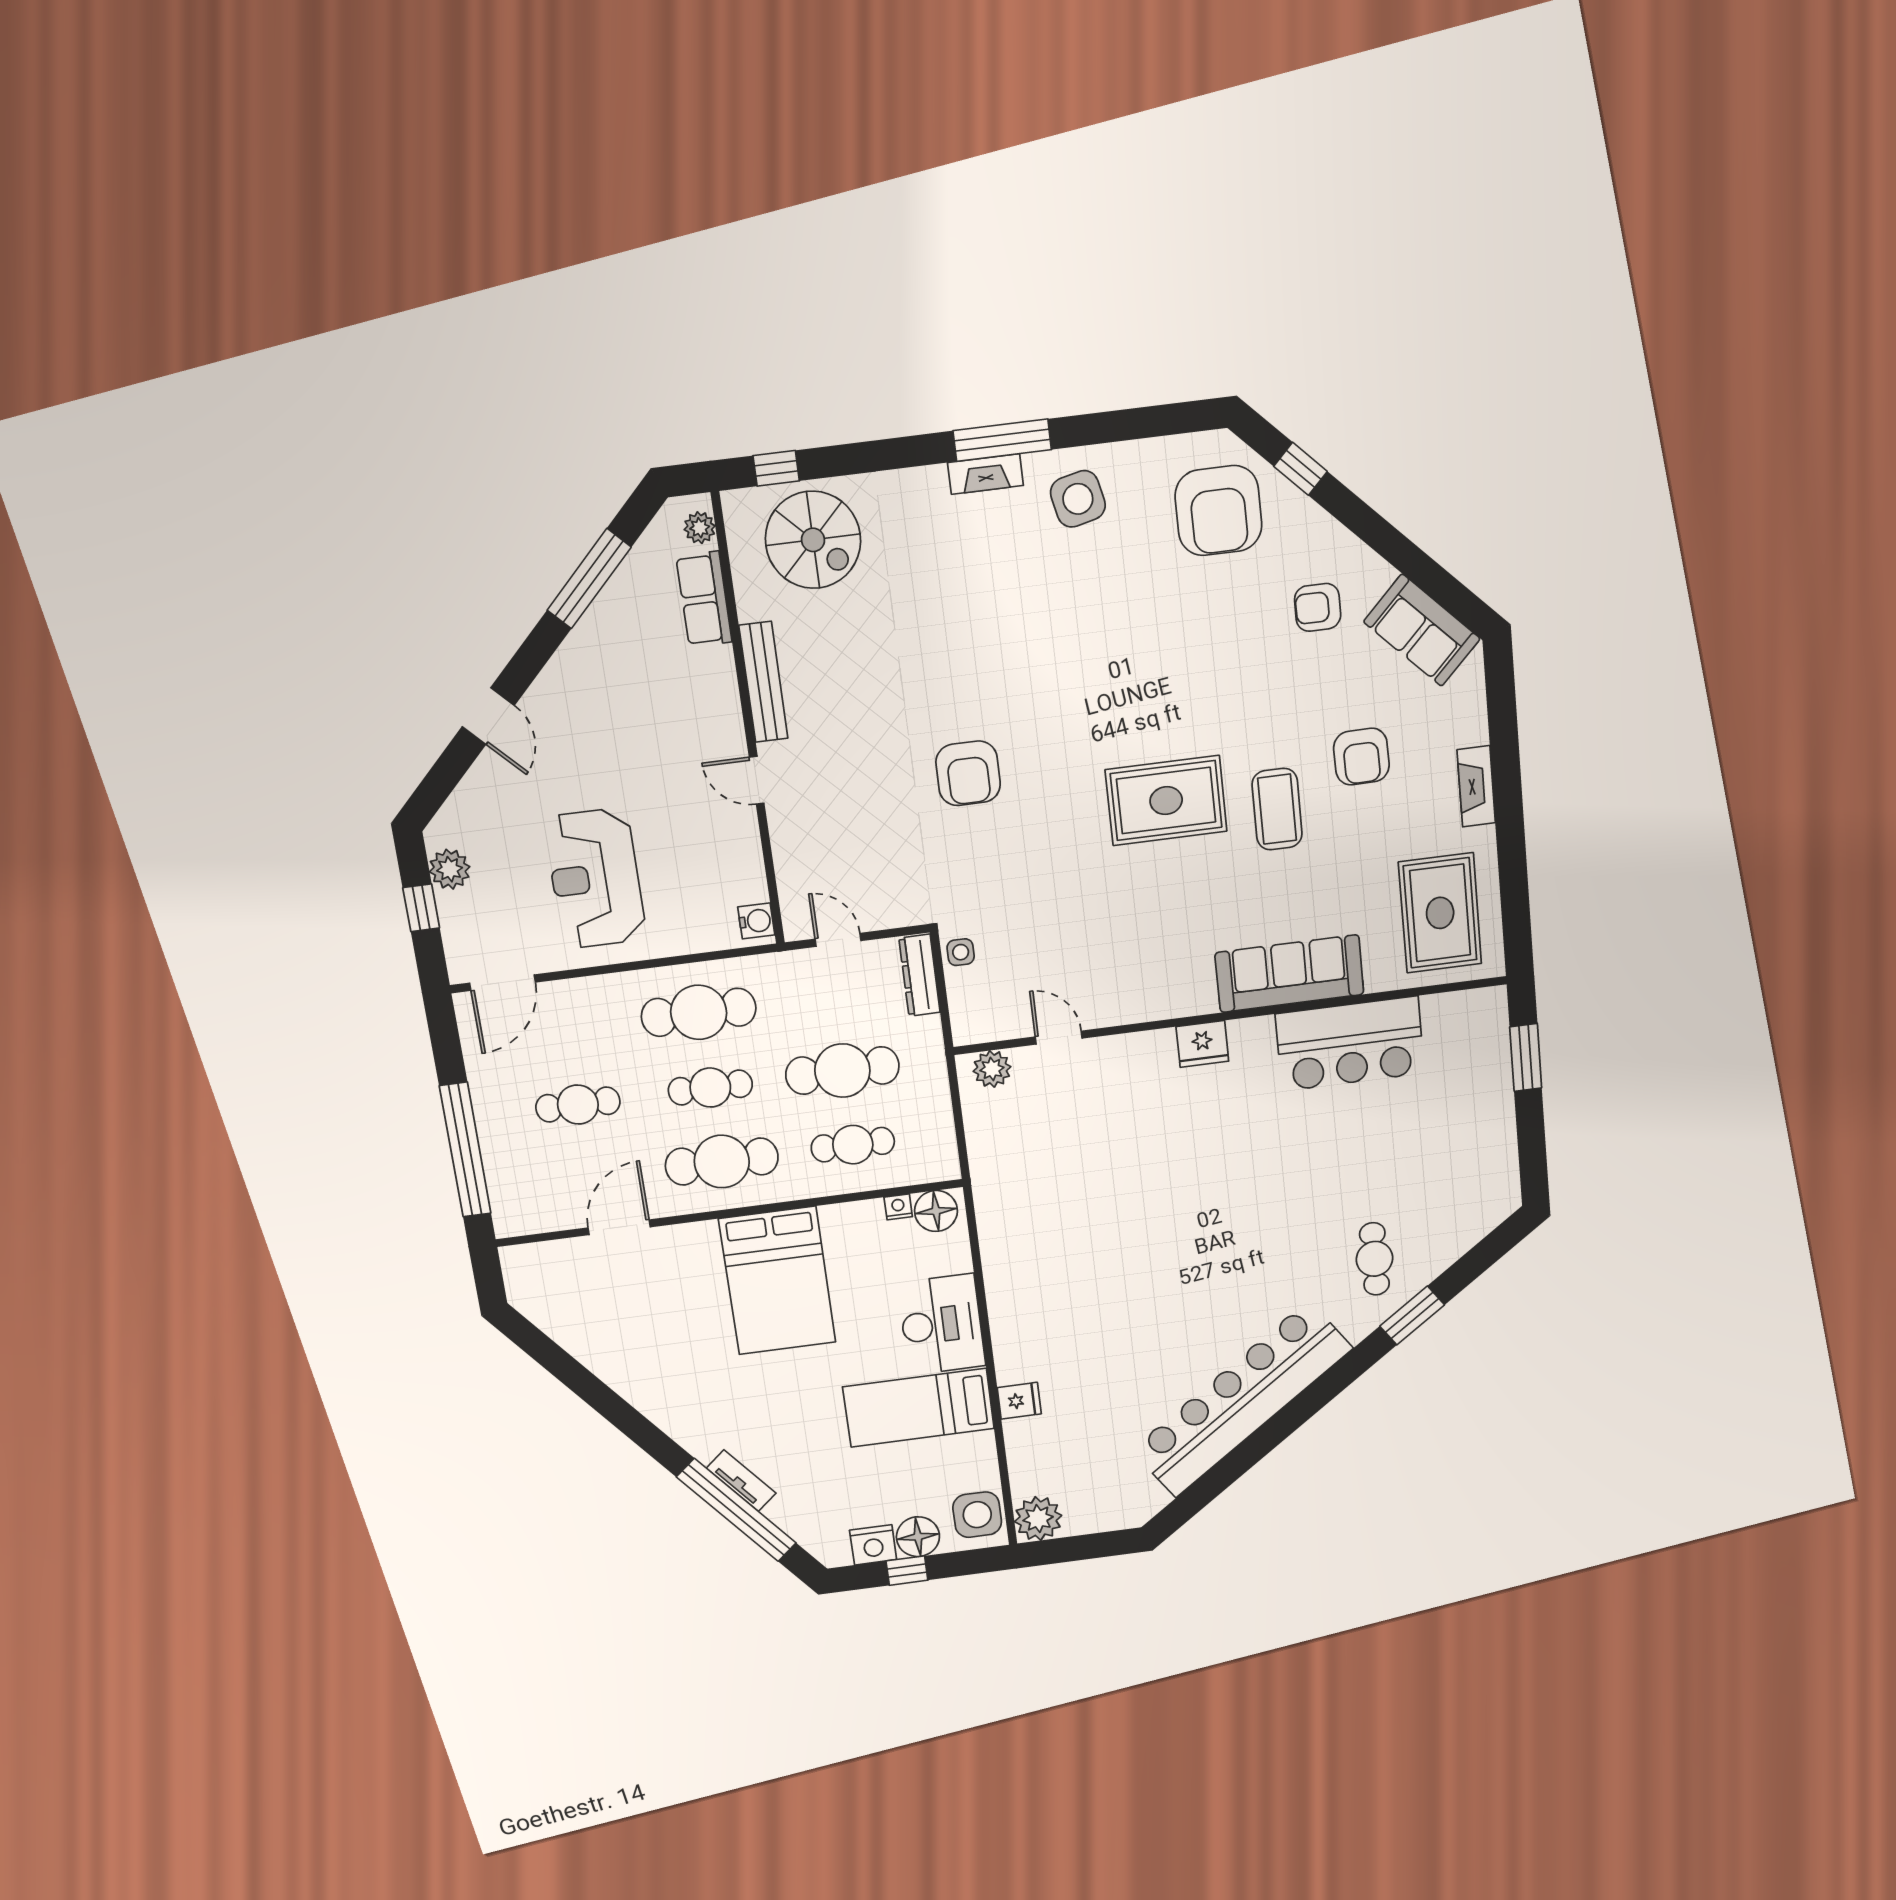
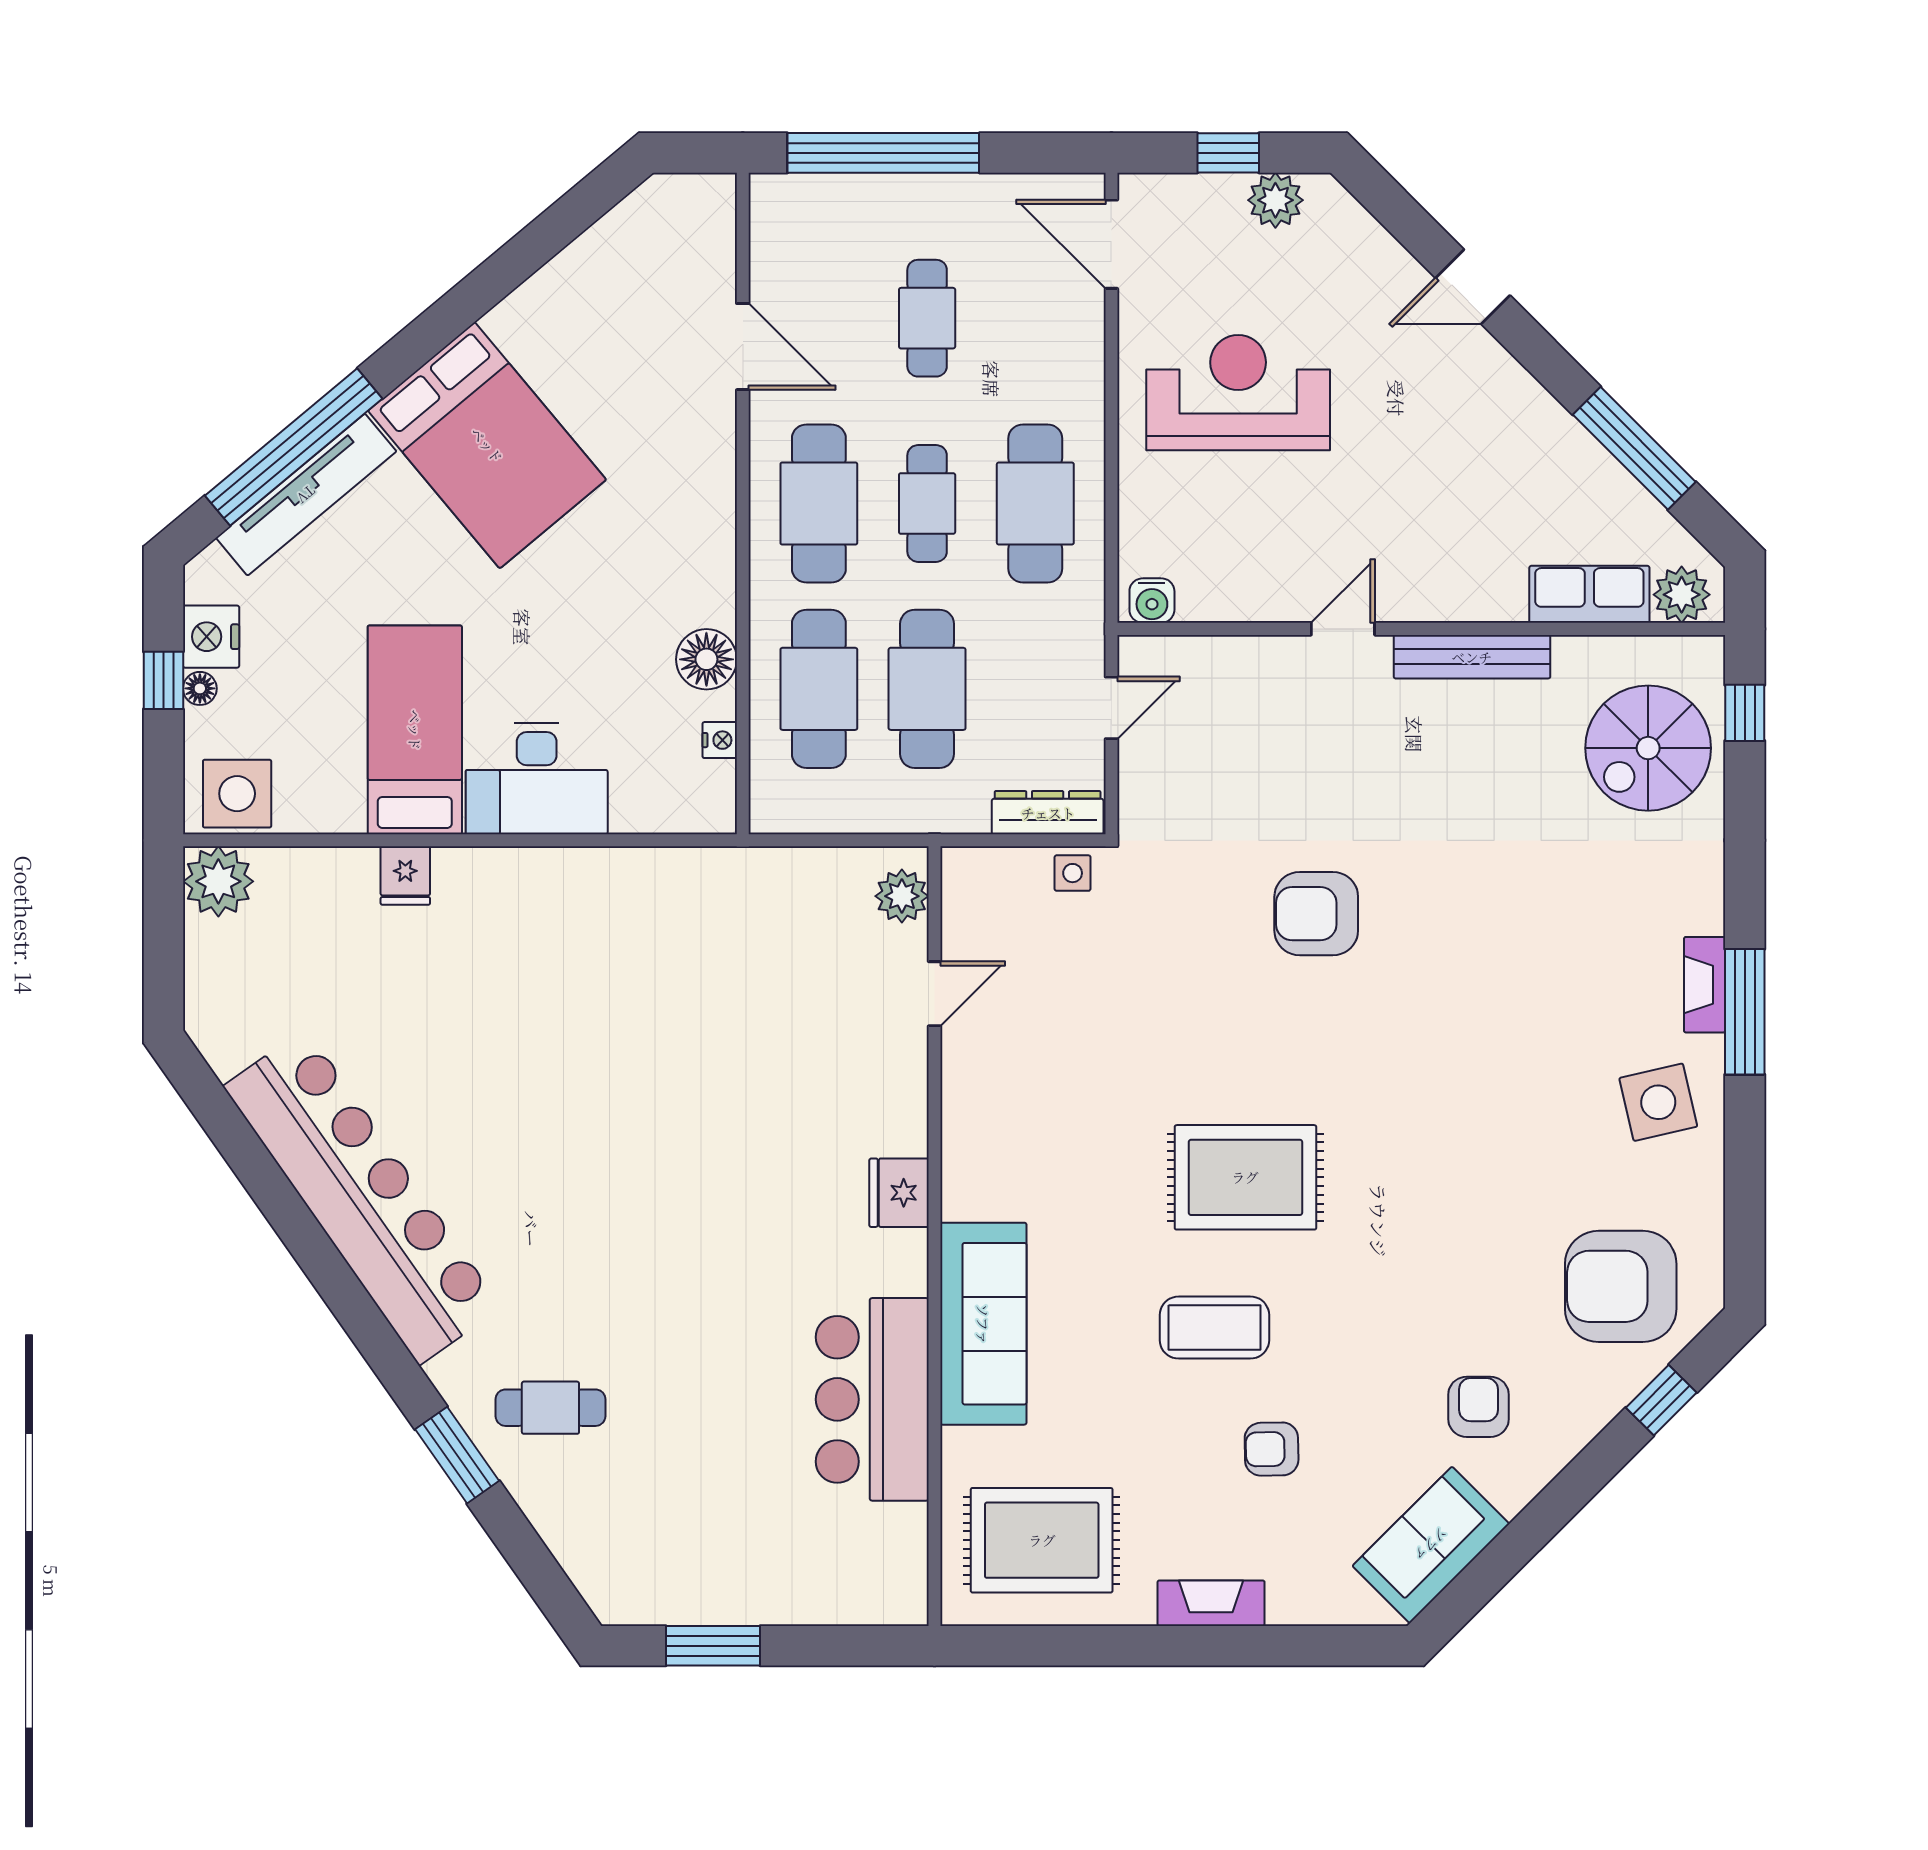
plant: (700, 528) -> (1682, 595), width x1.38, depth x1.38
armchair: (1361, 757) -> (1272, 1449), width x0.72, depth x0.72
rug: (1166, 801) -> (1245, 1177), turned 90
window: (1526, 1057) -> (713, 1646), moved
cafe table: (853, 1145) -> (819, 689), width x1.37, depth x1.35
floor lamp: (936, 1211) -> (706, 659), moved
bed: (777, 1281) -> (487, 445), moved, turned -130
tv unit: (741, 1481) -> (306, 495), width x1.92, depth x1.29
floor lamp: (918, 1537) -> (200, 688), width x0.53, depth x0.53

